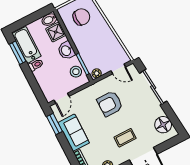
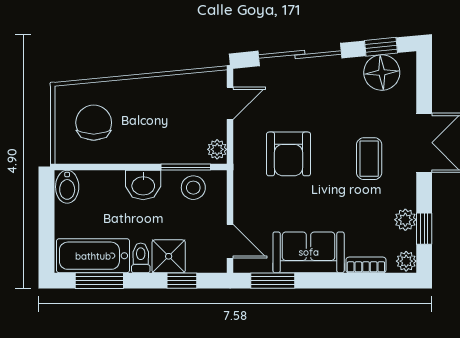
shower: (56, 32) -> (169, 256), moved
window: (35, 87) -> (182, 281), added
window: (174, 119) -> (381, 47), added

